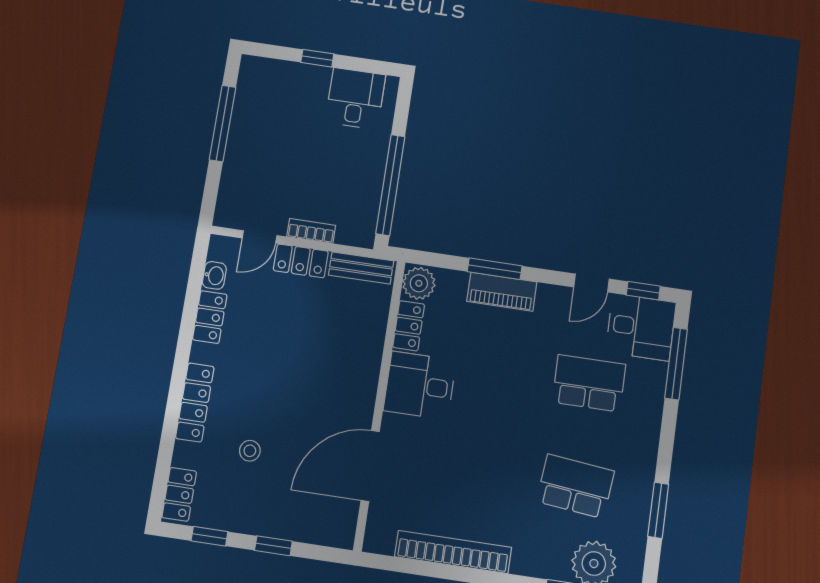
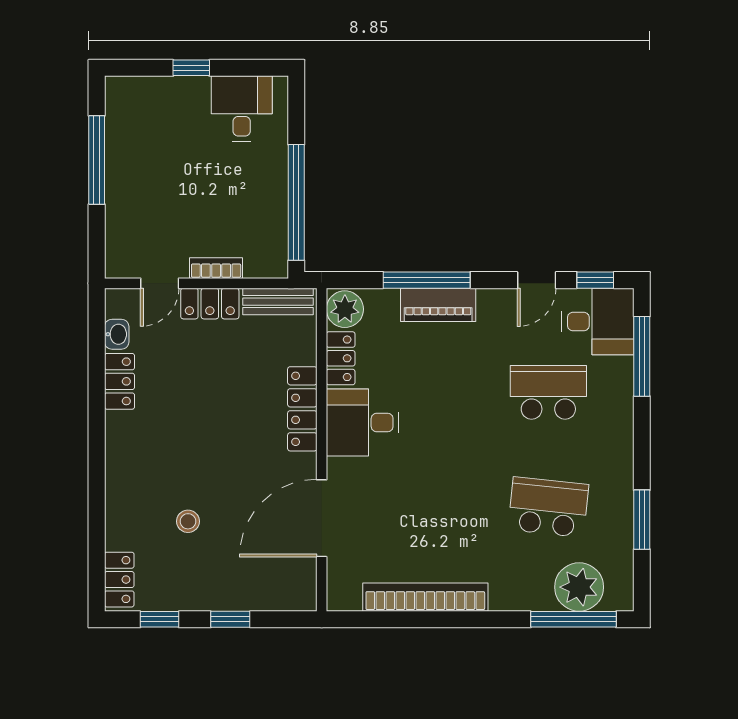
window: (495, 269) -> (427, 280), width x1.44
locker: (195, 402) -> (302, 409), moved, turned 180

